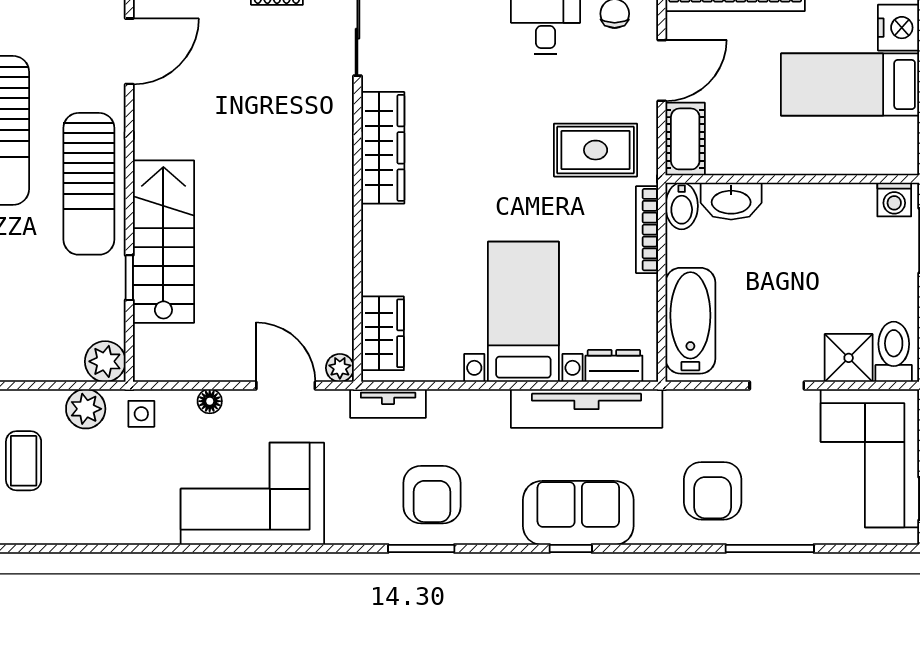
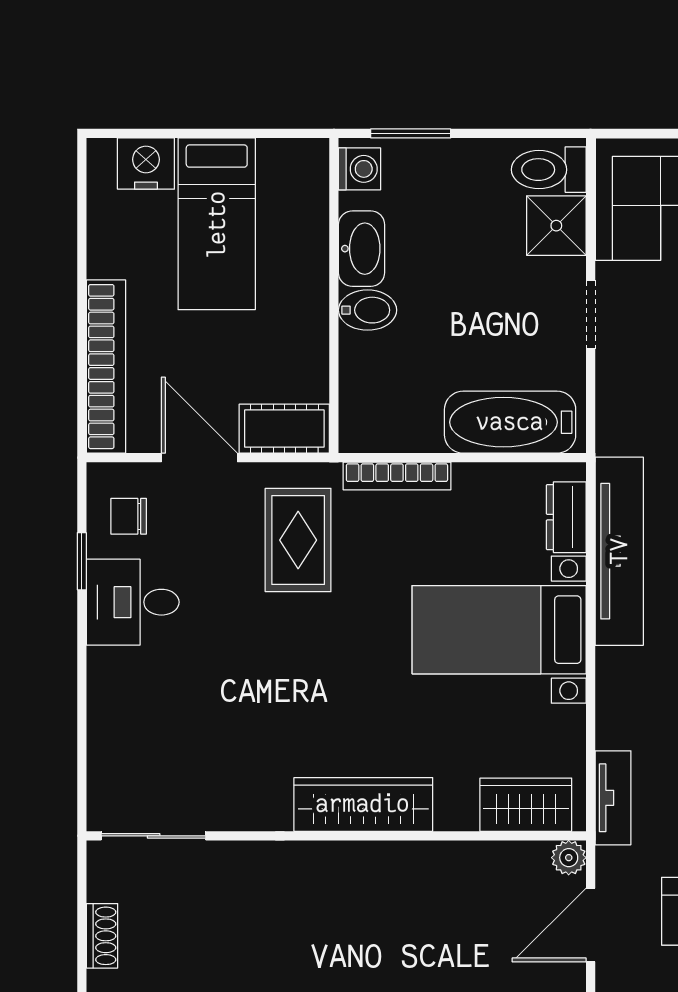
wardrobe: (383, 148) -> (363, 804), moved
washbasin: (731, 201) -> (362, 249), moved
bidet: (682, 206) -> (368, 310), moved

